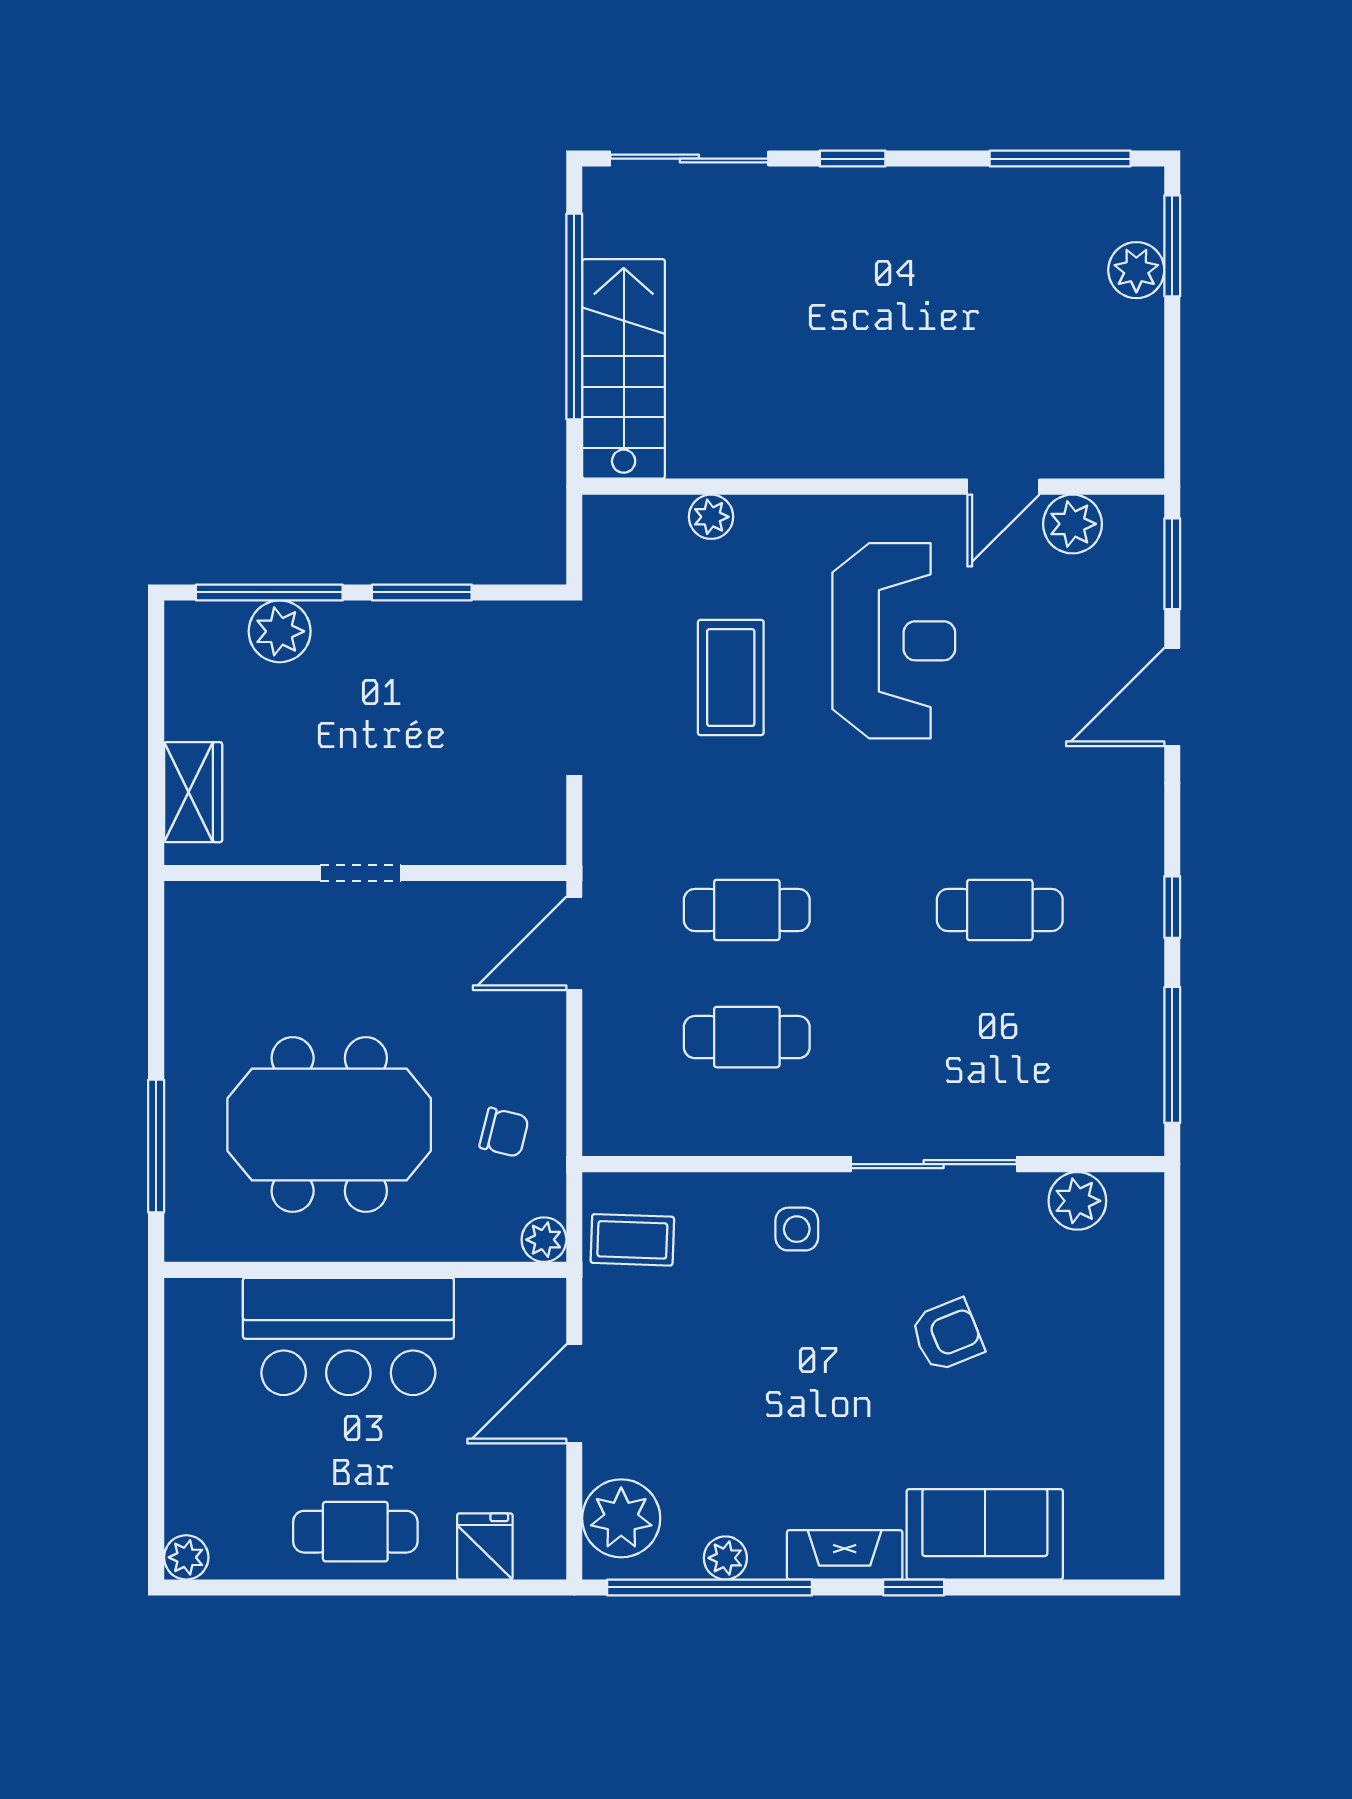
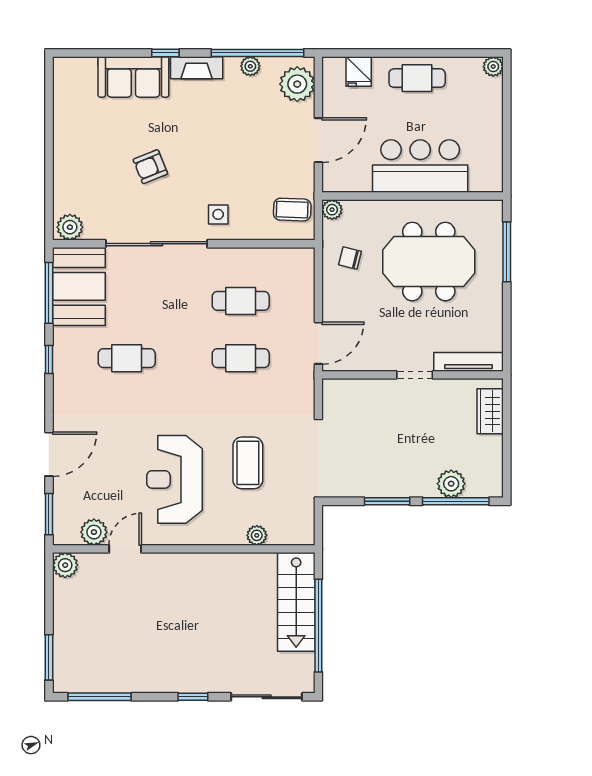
plant: (1136, 270) -> (65, 565), moved
tv unit: (241, 902) -> (469, 362), added
booth: (1106, 1069) -> (79, 286), added
sliding door: (934, 1164) -> (156, 244), width x1.36
plant: (1077, 1201) -> (70, 227), moved

